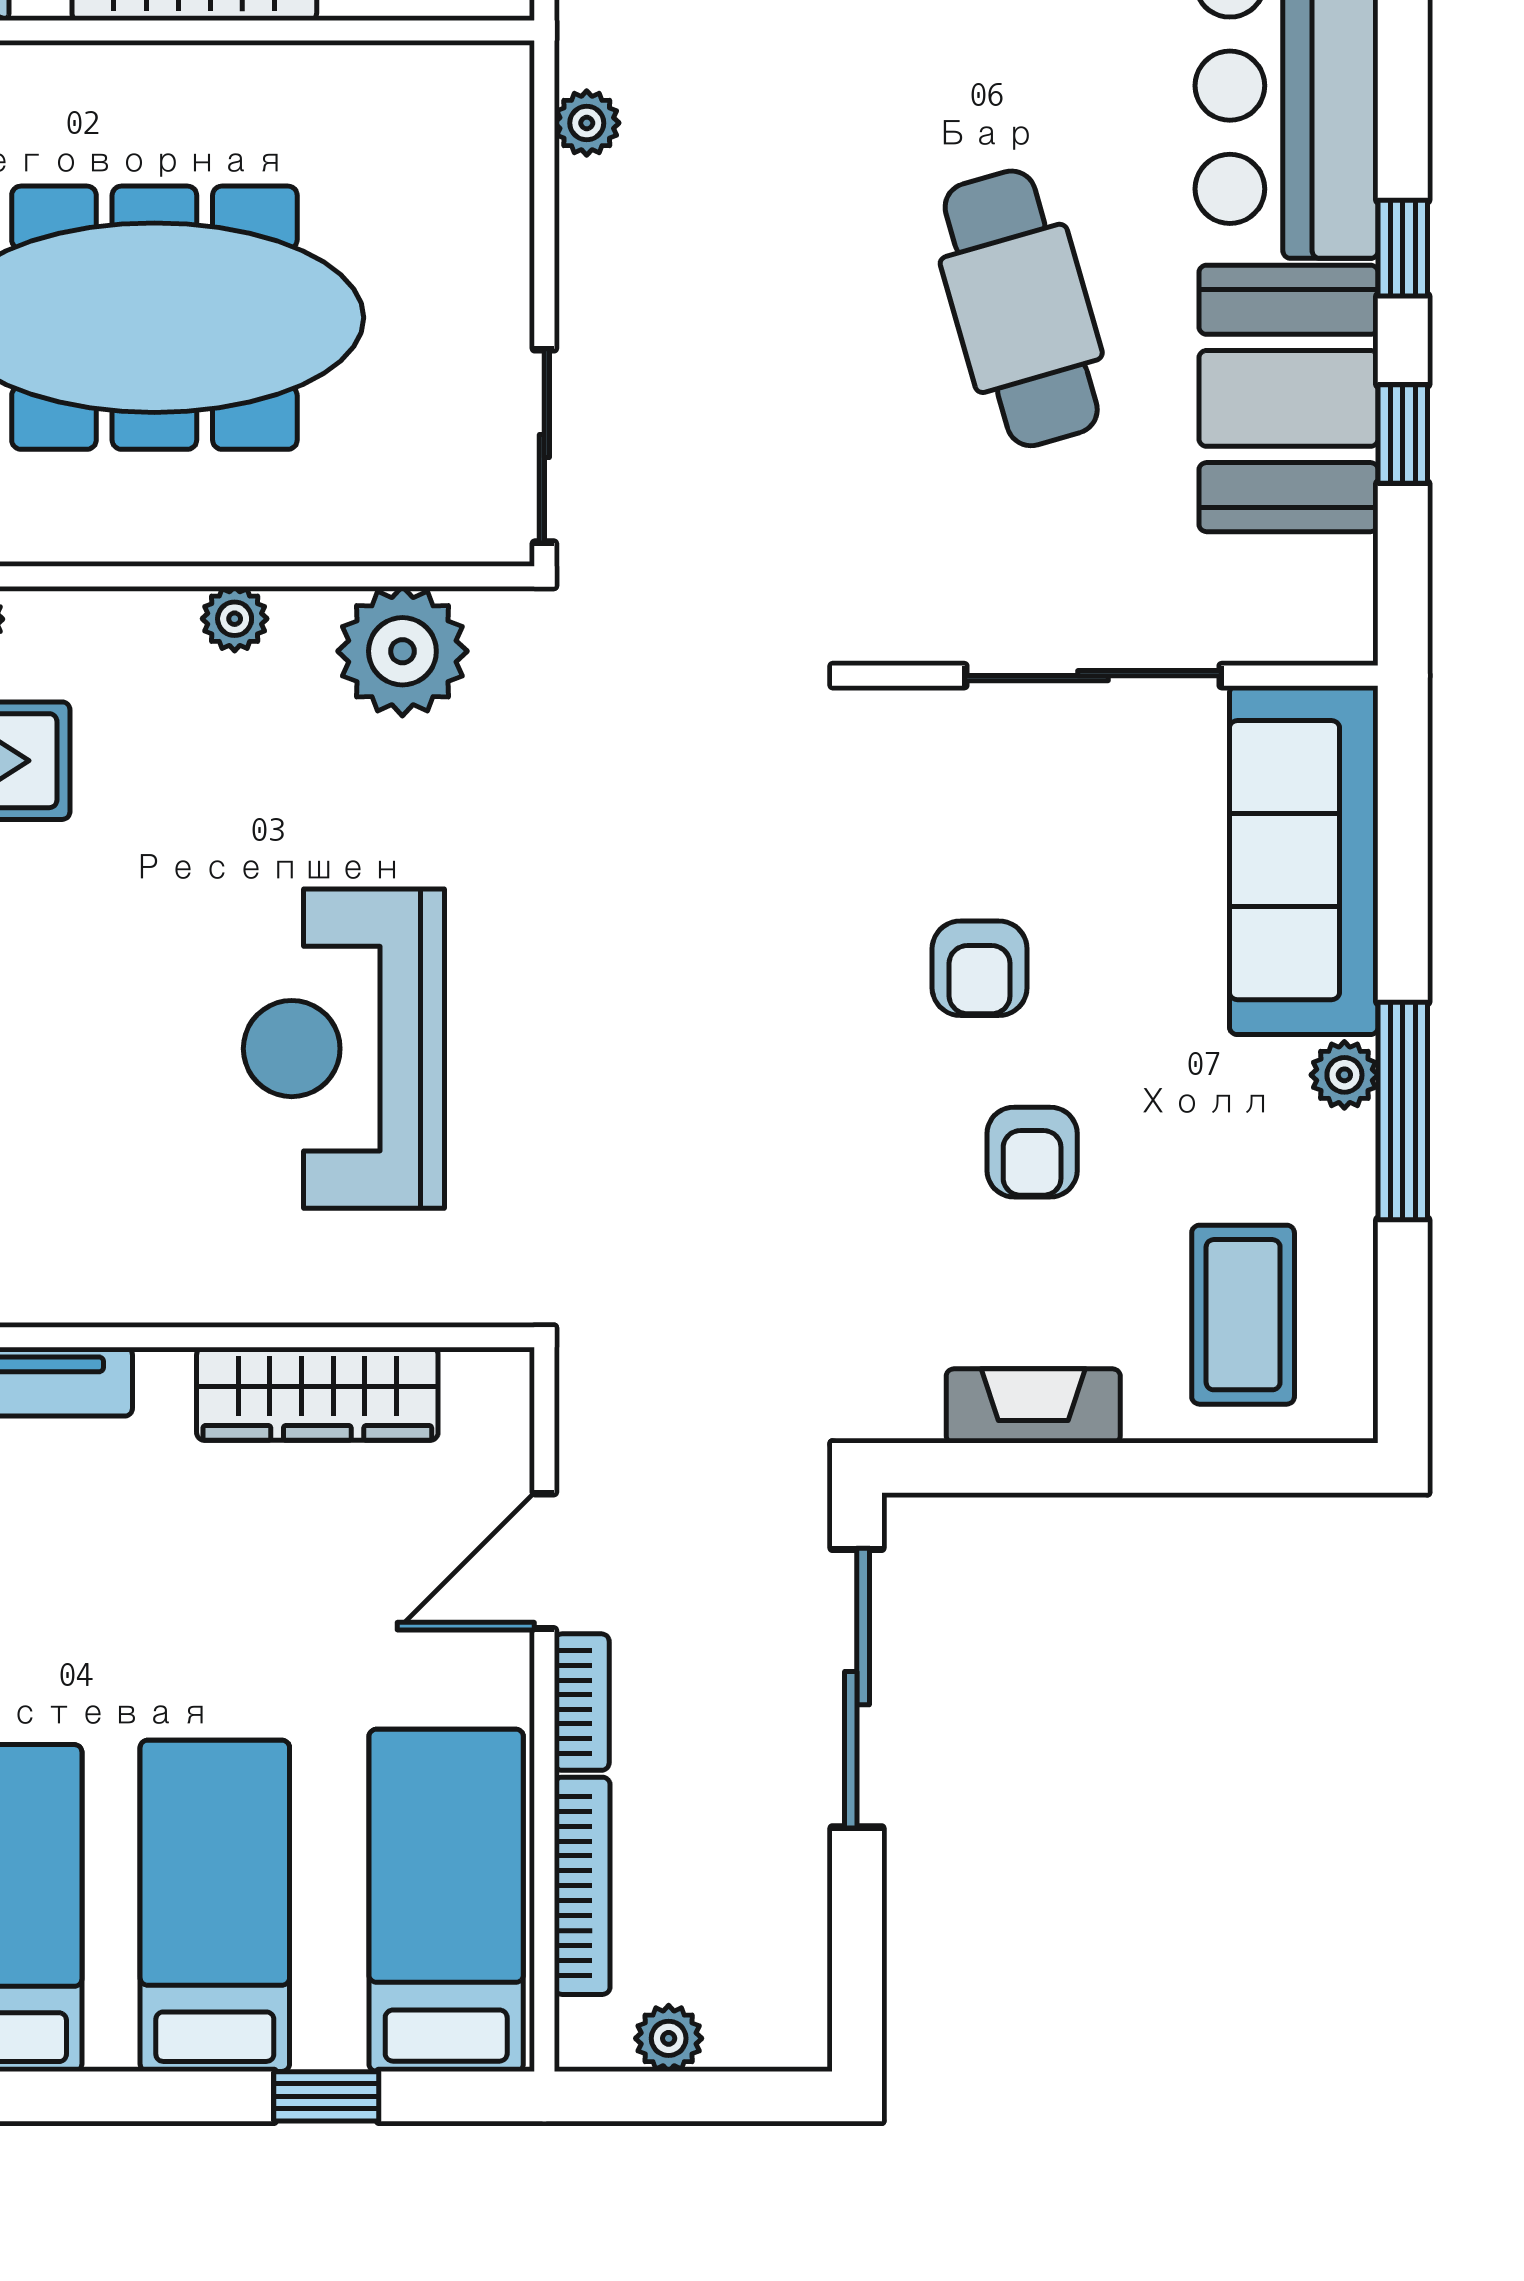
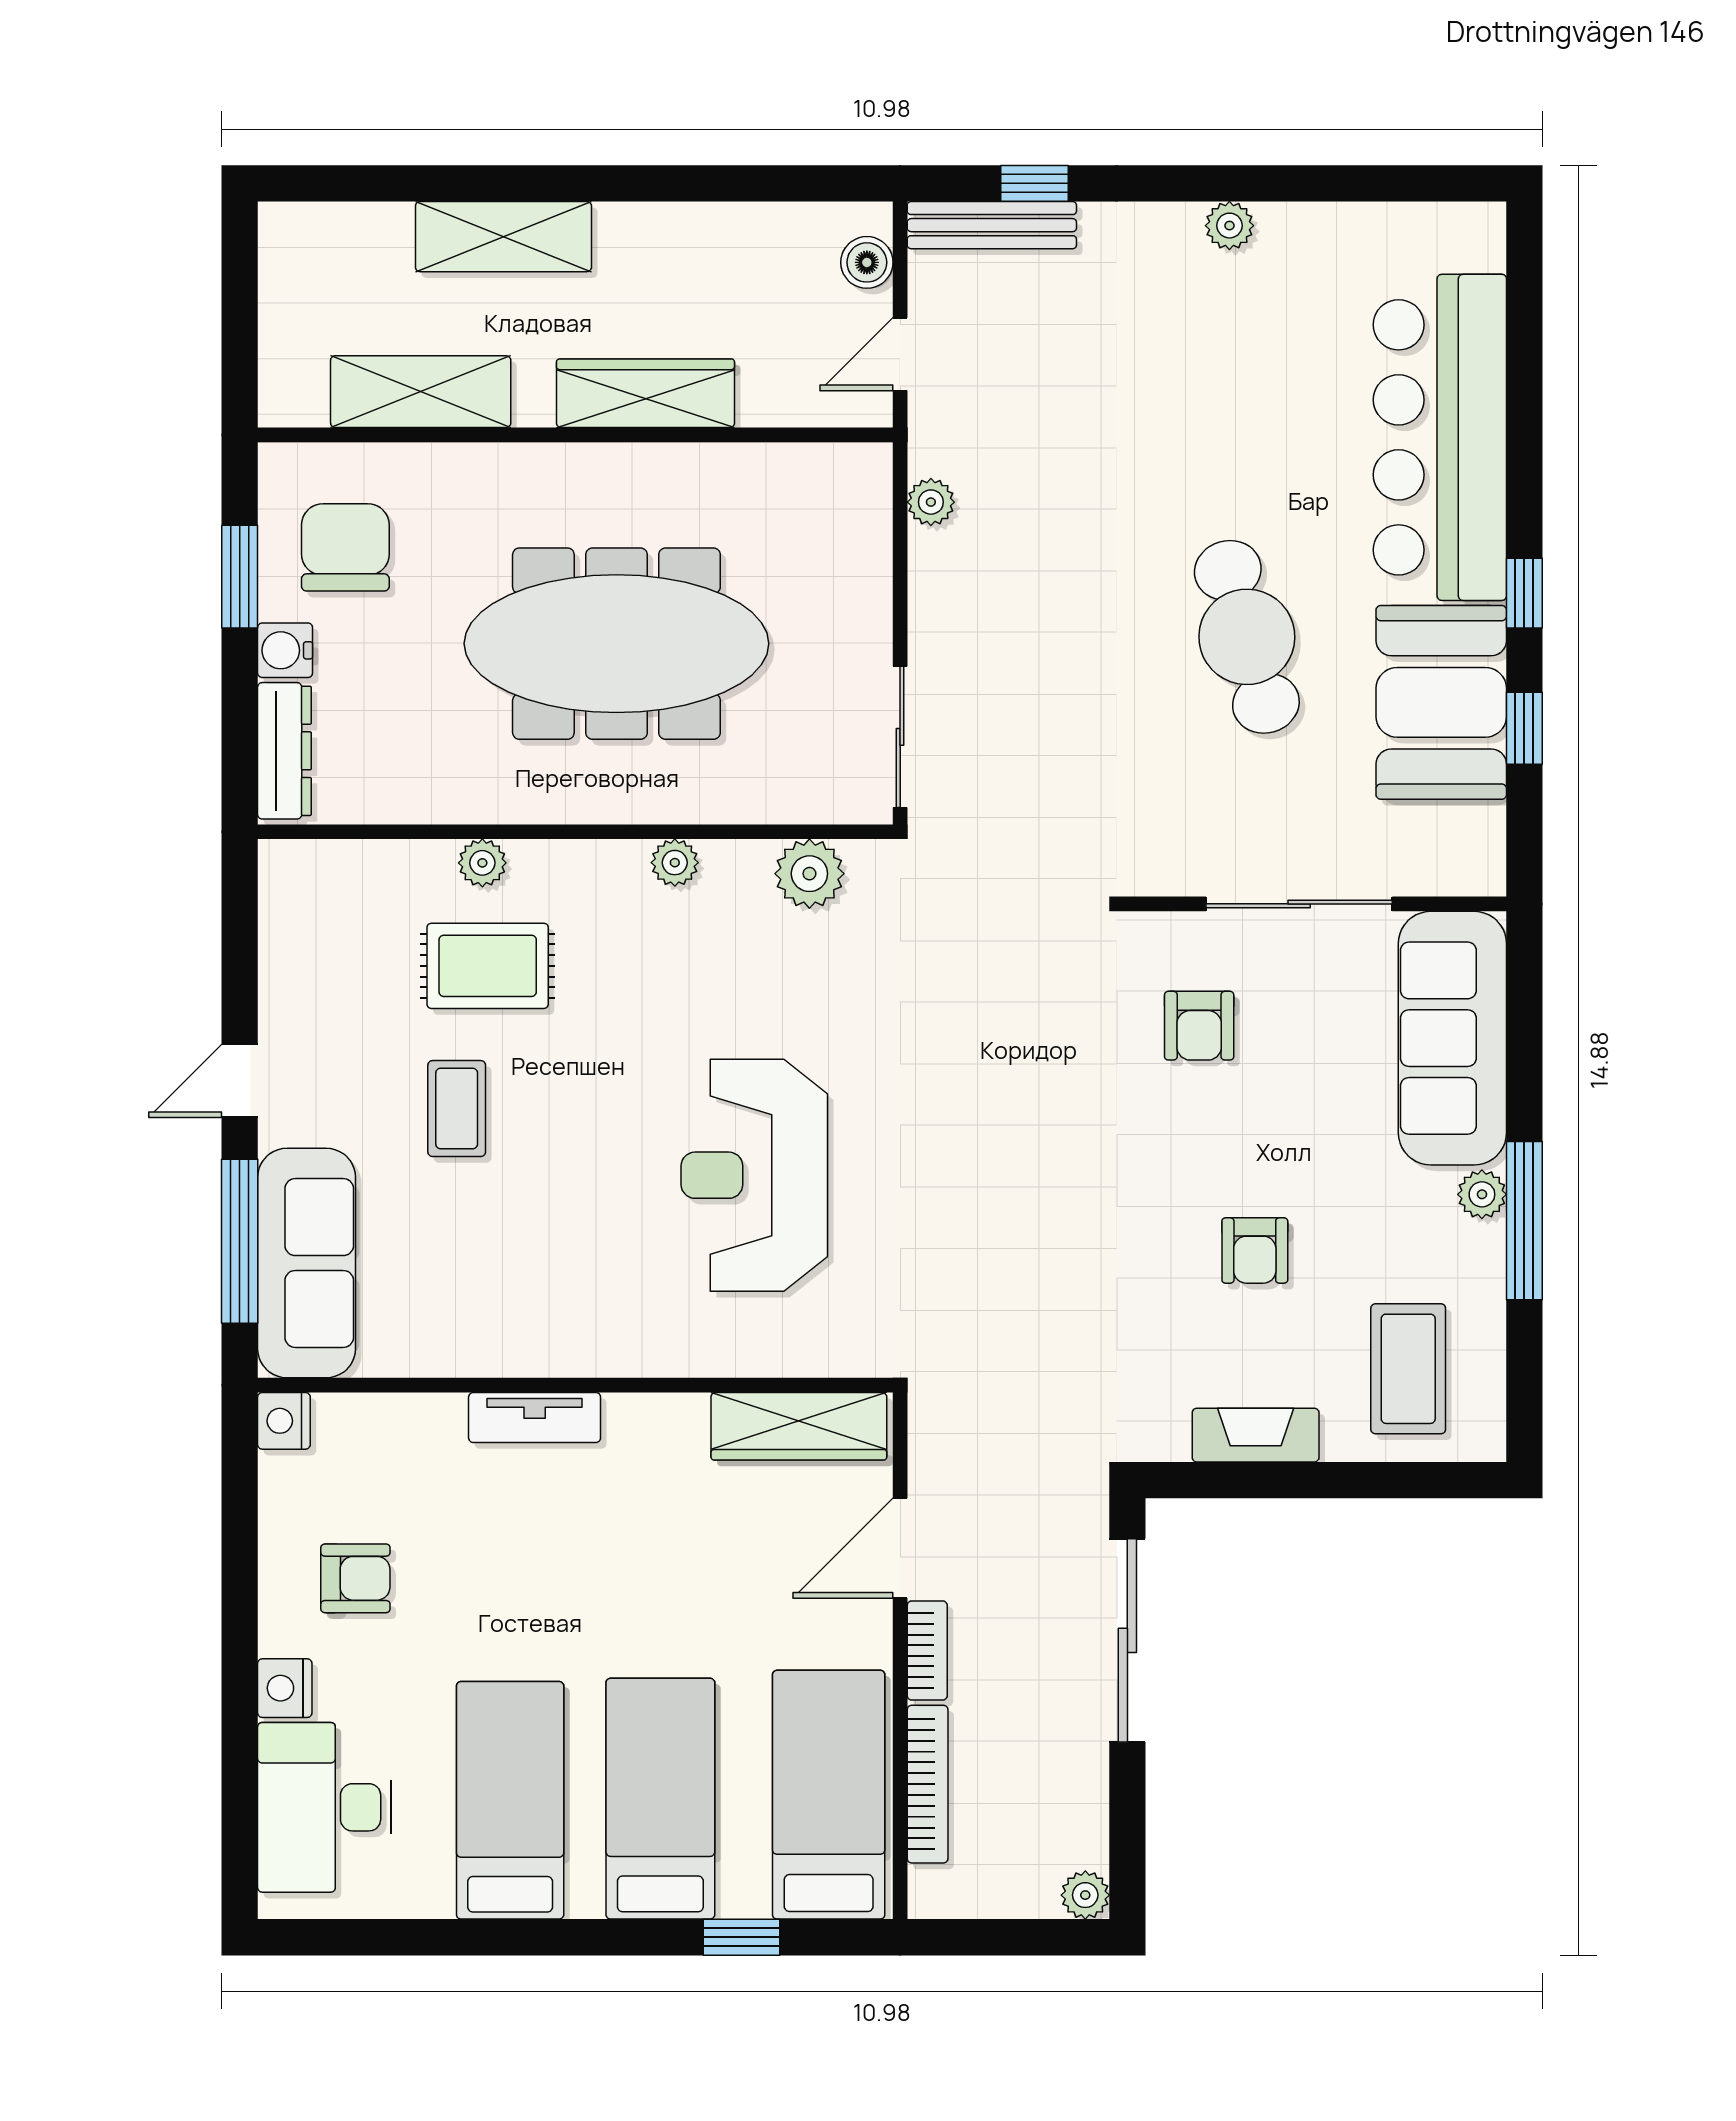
plant: (402, 651) -> (809, 874), width x0.73, depth x0.73
armchair: (980, 968) -> (1199, 1026), moved
wardrobe: (317, 1394) -> (799, 1426), moved
plant: (669, 2038) -> (1085, 1895), moved

